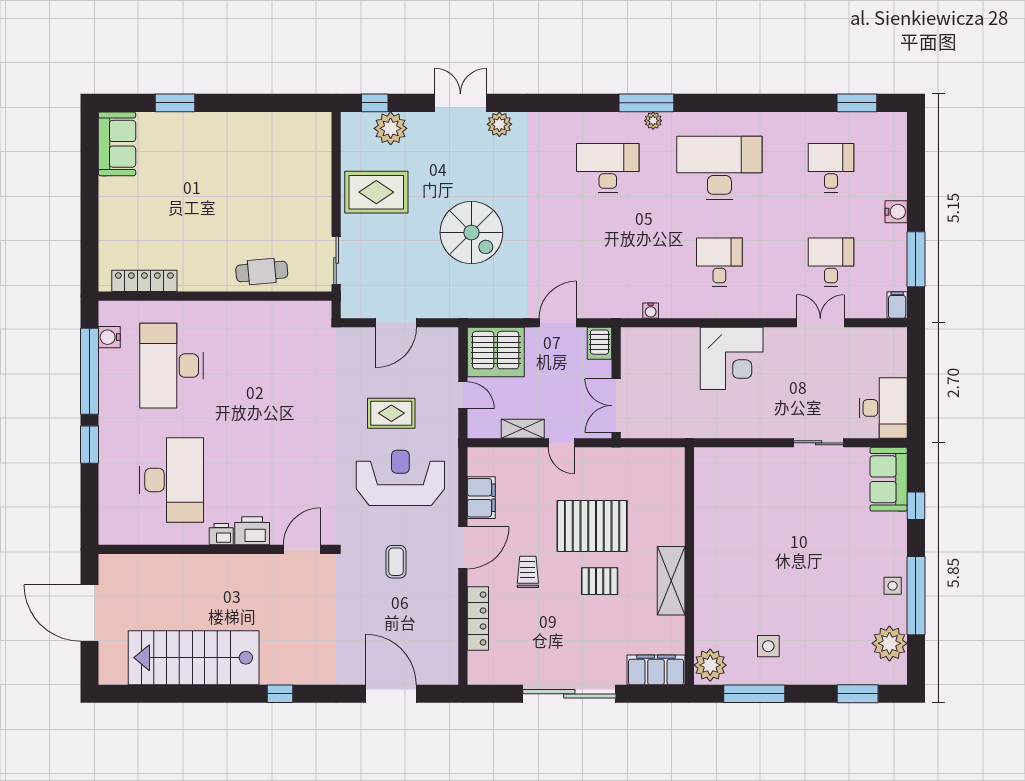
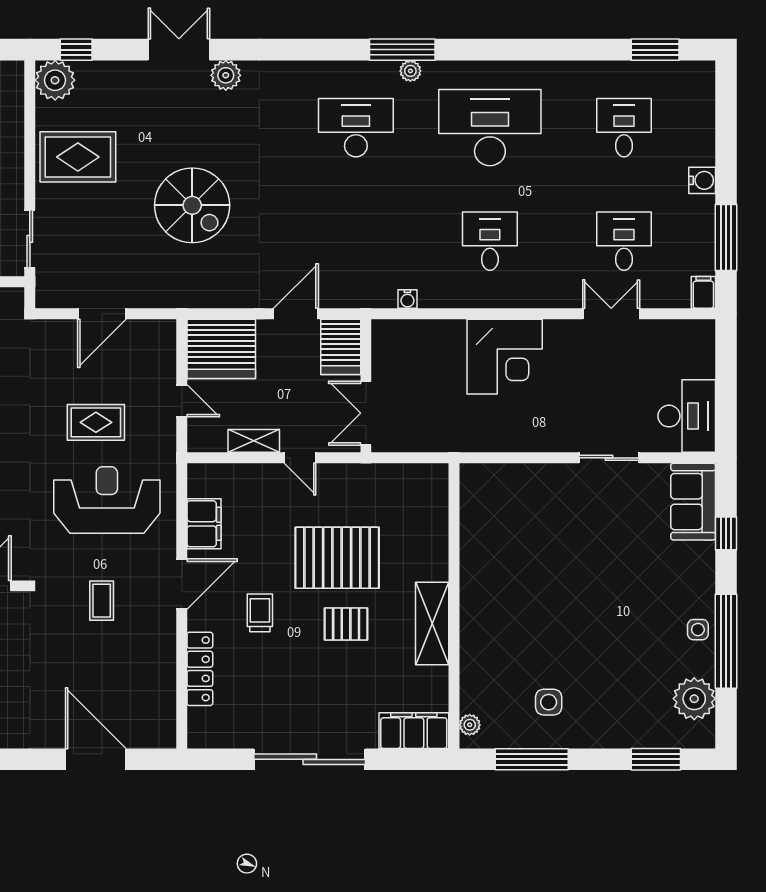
plant: (391, 128) -> (55, 80), moved
server rack: (600, 343) -> (341, 347), width x1.36, depth x1.44
plant: (710, 665) -> (470, 725), width x0.53, depth x0.53

